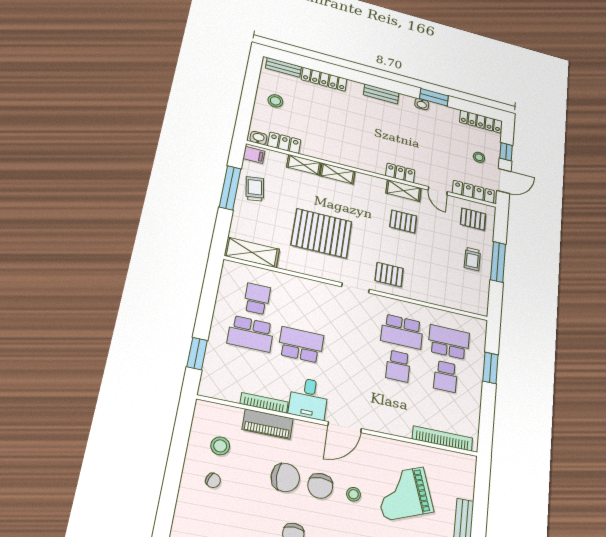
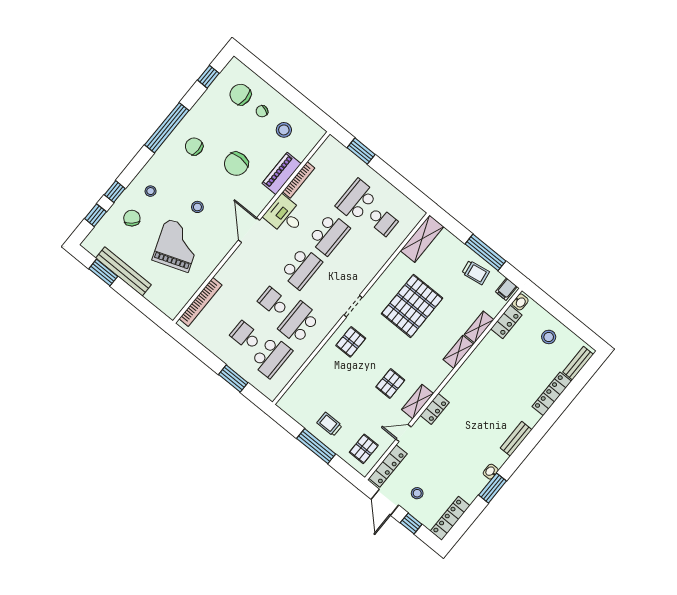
school desk: (350, 355) -> (301, 268), added
chair: (320, 486) -> (240, 94), moved

